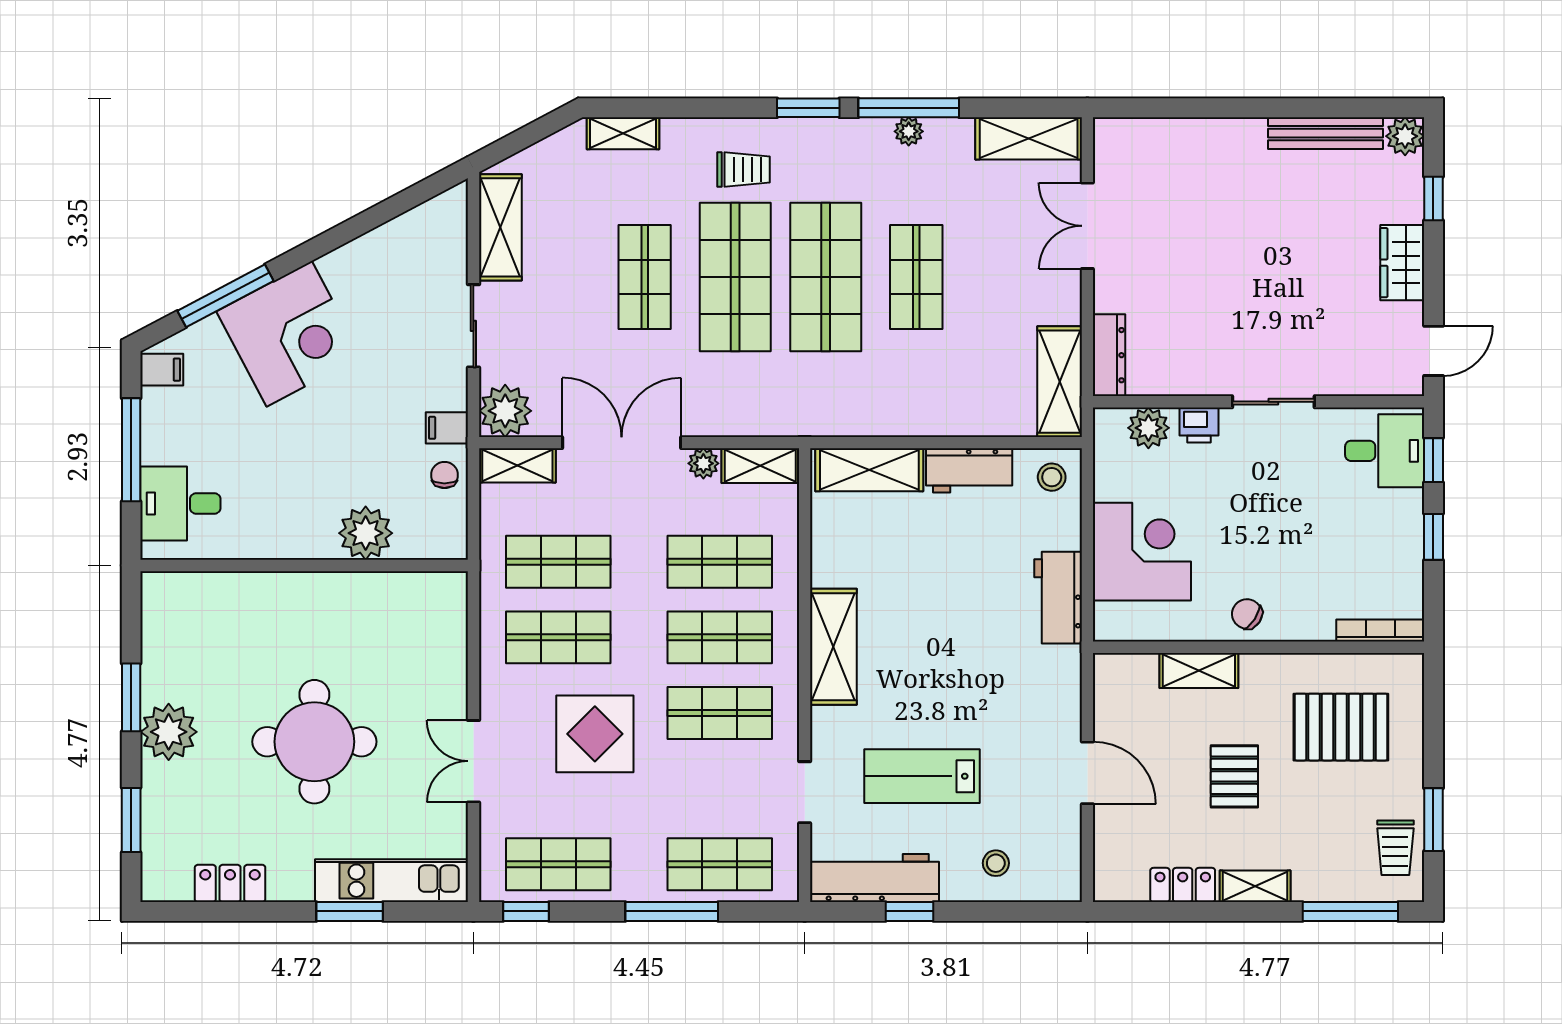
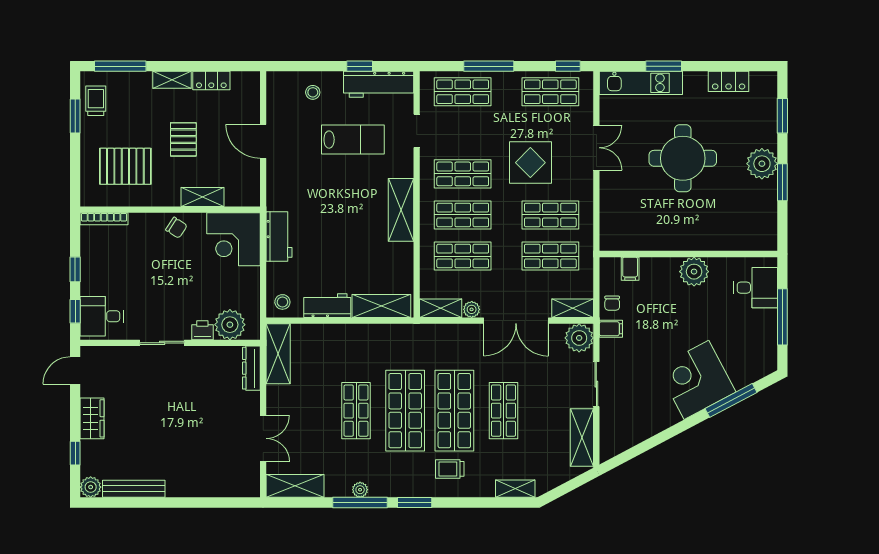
filing cabinet: (162, 370) -> (630, 269), moved, turned -90
plant: (1148, 428) -> (230, 325), width x1.36, depth x1.36
plant: (366, 533) -> (694, 272), moved
corner desk: (1142, 552) -> (233, 239), moved

